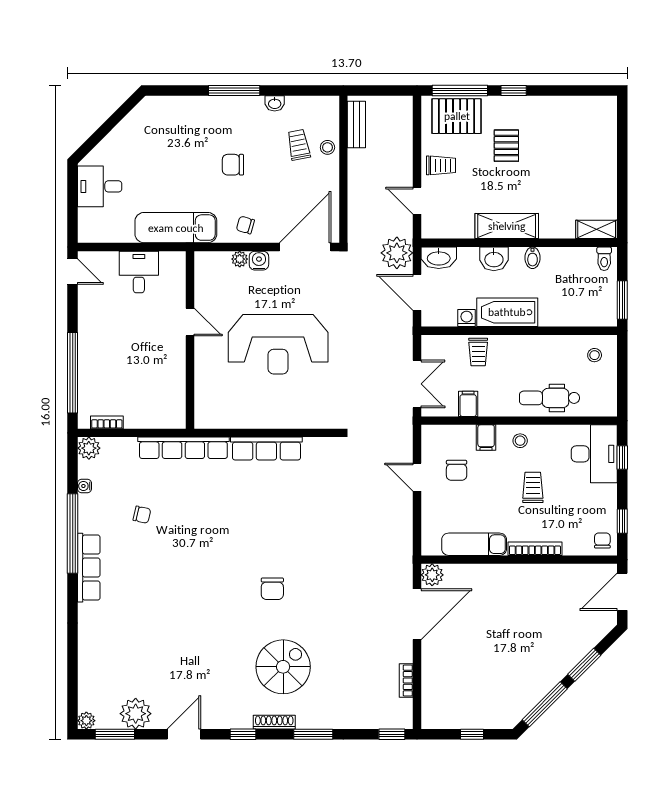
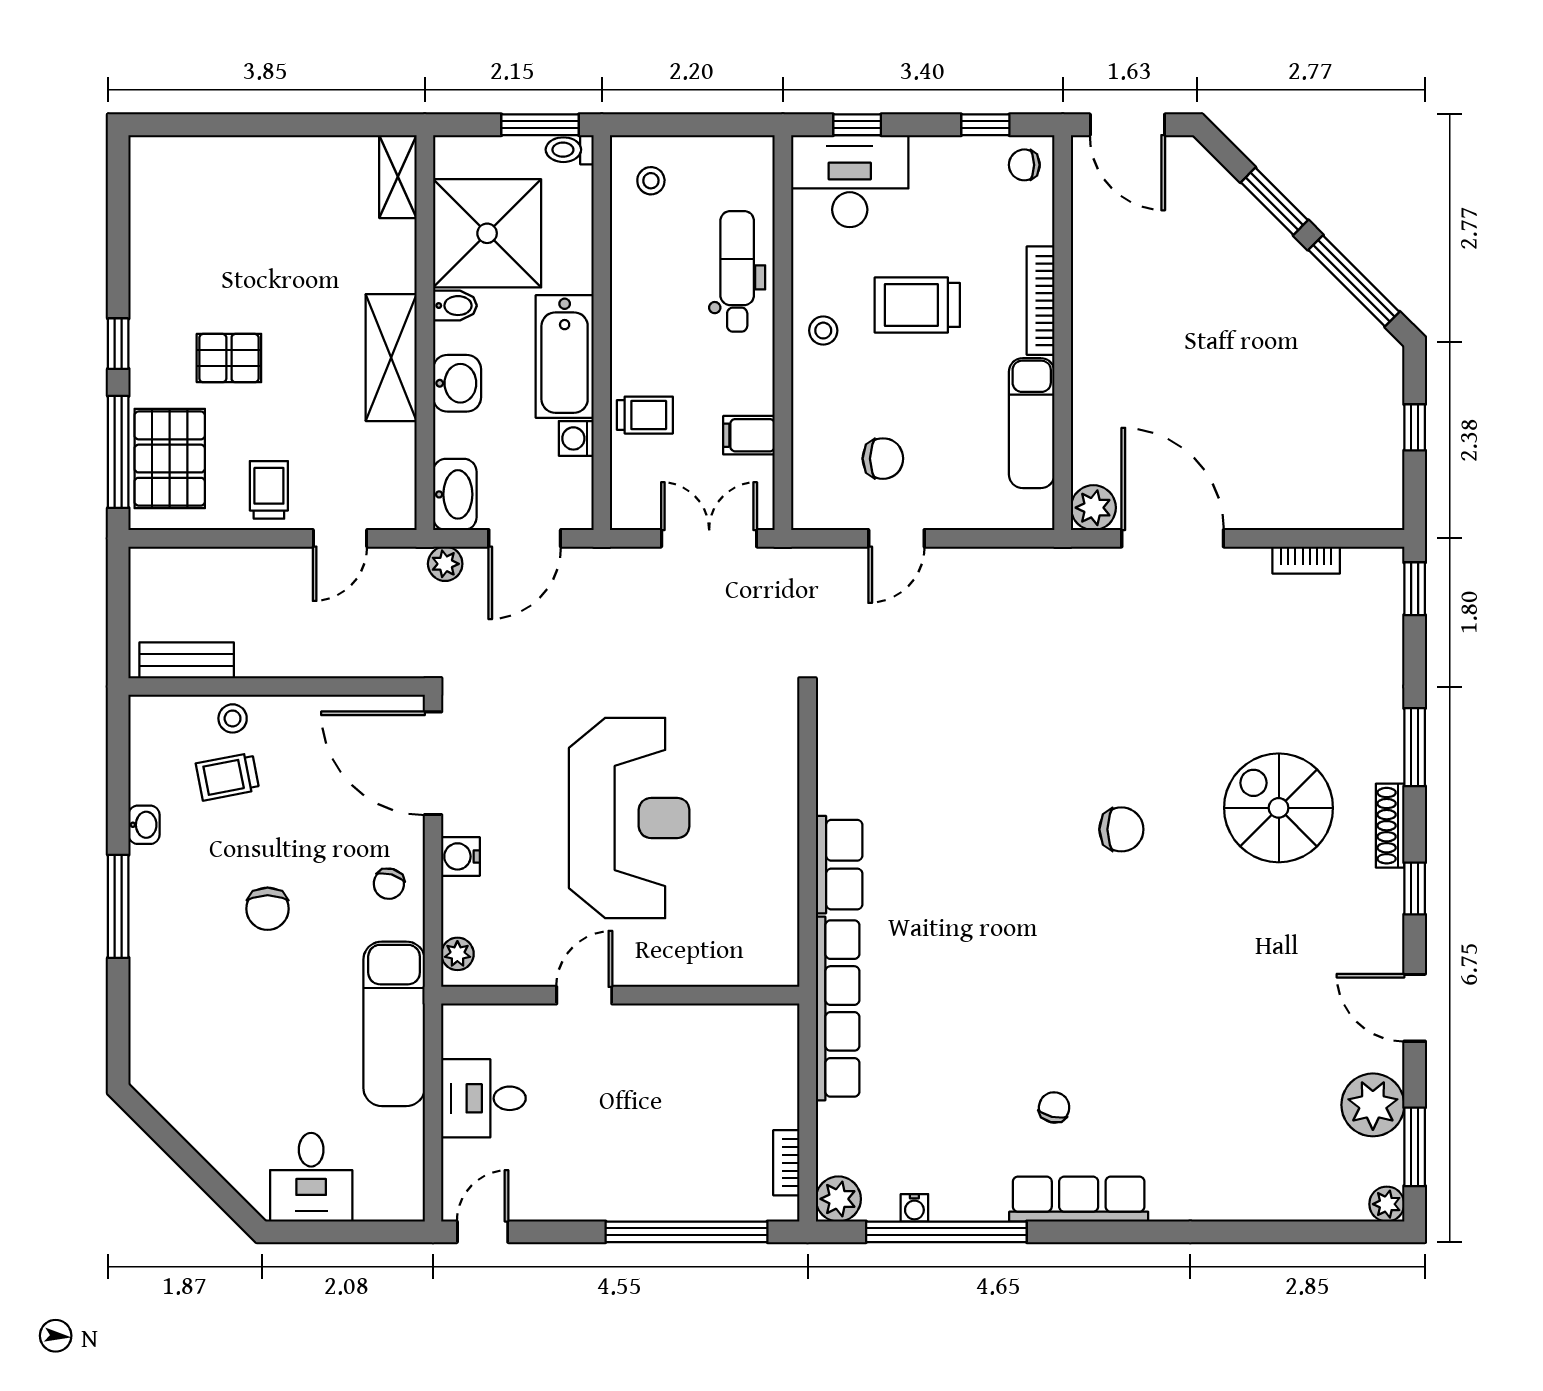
plant: (397, 253) -> (445, 564), width x0.53, depth x0.53
plant: (240, 259) -> (457, 954), moved
toilet: (604, 259) -> (570, 150), moved, turned 180
shower: (568, 274) -> (487, 233), added
dental chair: (549, 398) -> (737, 271), turned 180
filing cabinet: (486, 438) -> (817, 399), removed
row of seats: (266, 449) -> (839, 865), width x0.68
trolley: (533, 487) -> (917, 305), width x1.36, depth x1.39
chair: (142, 515) -> (1054, 1107), moved
window: (73, 534) -> (946, 1232), moved

